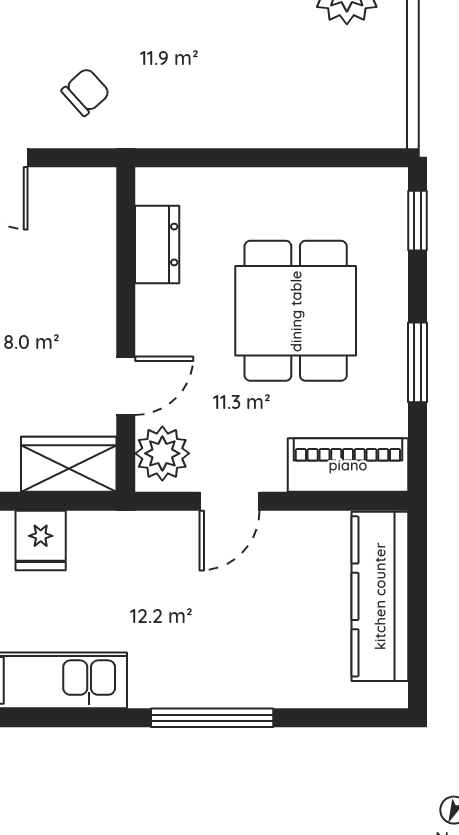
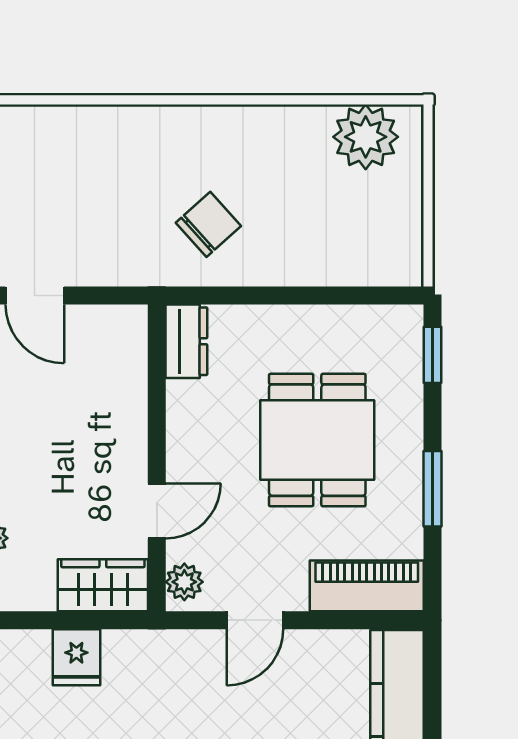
chair: (86, 92) -> (208, 224), moved, width x1.37, depth x1.37
dresser: (157, 245) -> (186, 341), moved
plant: (162, 453) -> (184, 582), width x0.73, depth x0.73

